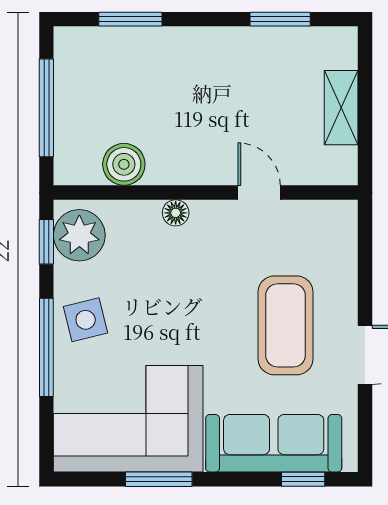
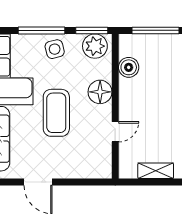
floor lamp: (176, 213) -> (100, 92), width x1.89, depth x1.89
window: (46, 242) -> (92, 30), width x1.50
coffee table: (285, 325) -> (56, 113), moved, turned 90

